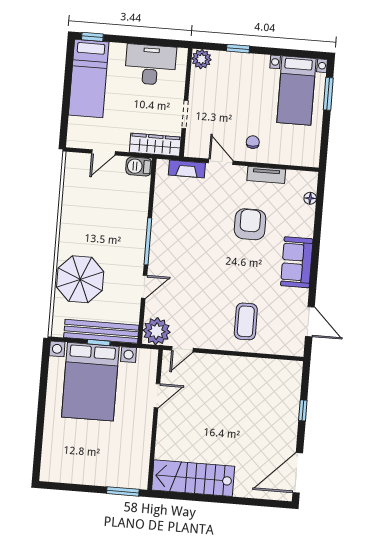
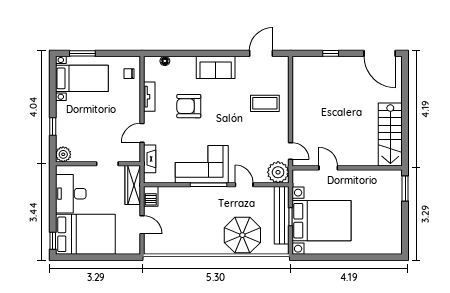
bed: (89, 78) -> (85, 234), width x1.50
chair: (253, 142) -> (129, 74), moved
corner sofa: (175, 235) -> (202, 164), added

